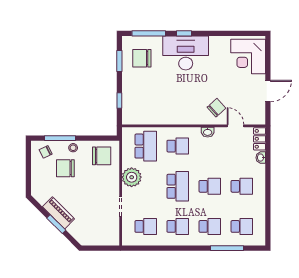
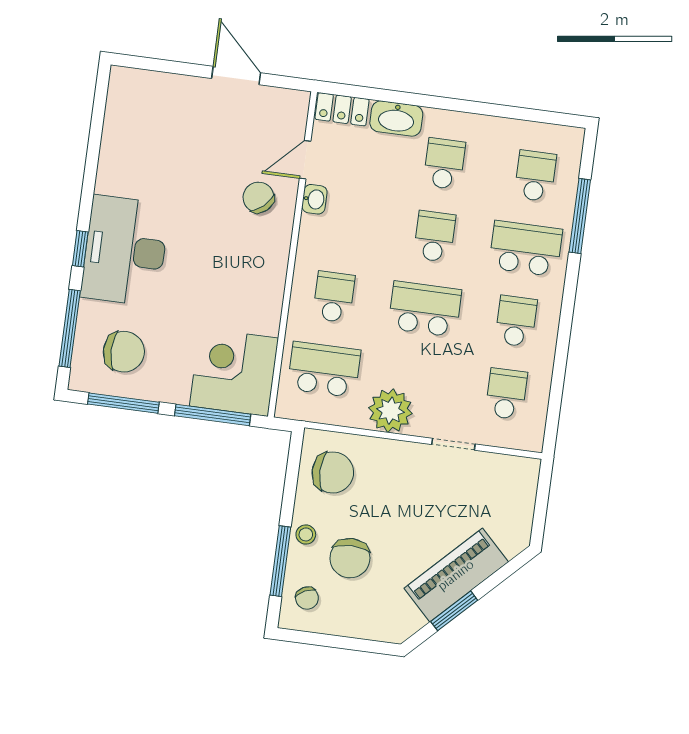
corner desk: (248, 56) -> (234, 372), moved, turned 180
chair: (142, 58) -> (124, 352), turned -90
window: (119, 61) -> (123, 403), width x1.44
window: (119, 100) -> (213, 415), width x2.17
washbasin: (208, 132) -> (314, 199), moved
chair: (102, 156) -> (333, 472), turned 90
washbasin: (261, 158) -> (396, 119), width x1.91, depth x1.45
piano: (58, 213) -> (456, 575), width x1.37, depth x1.33
window: (56, 224) -> (454, 611), moved
school desk: (210, 226) -> (526, 249), width x1.85

